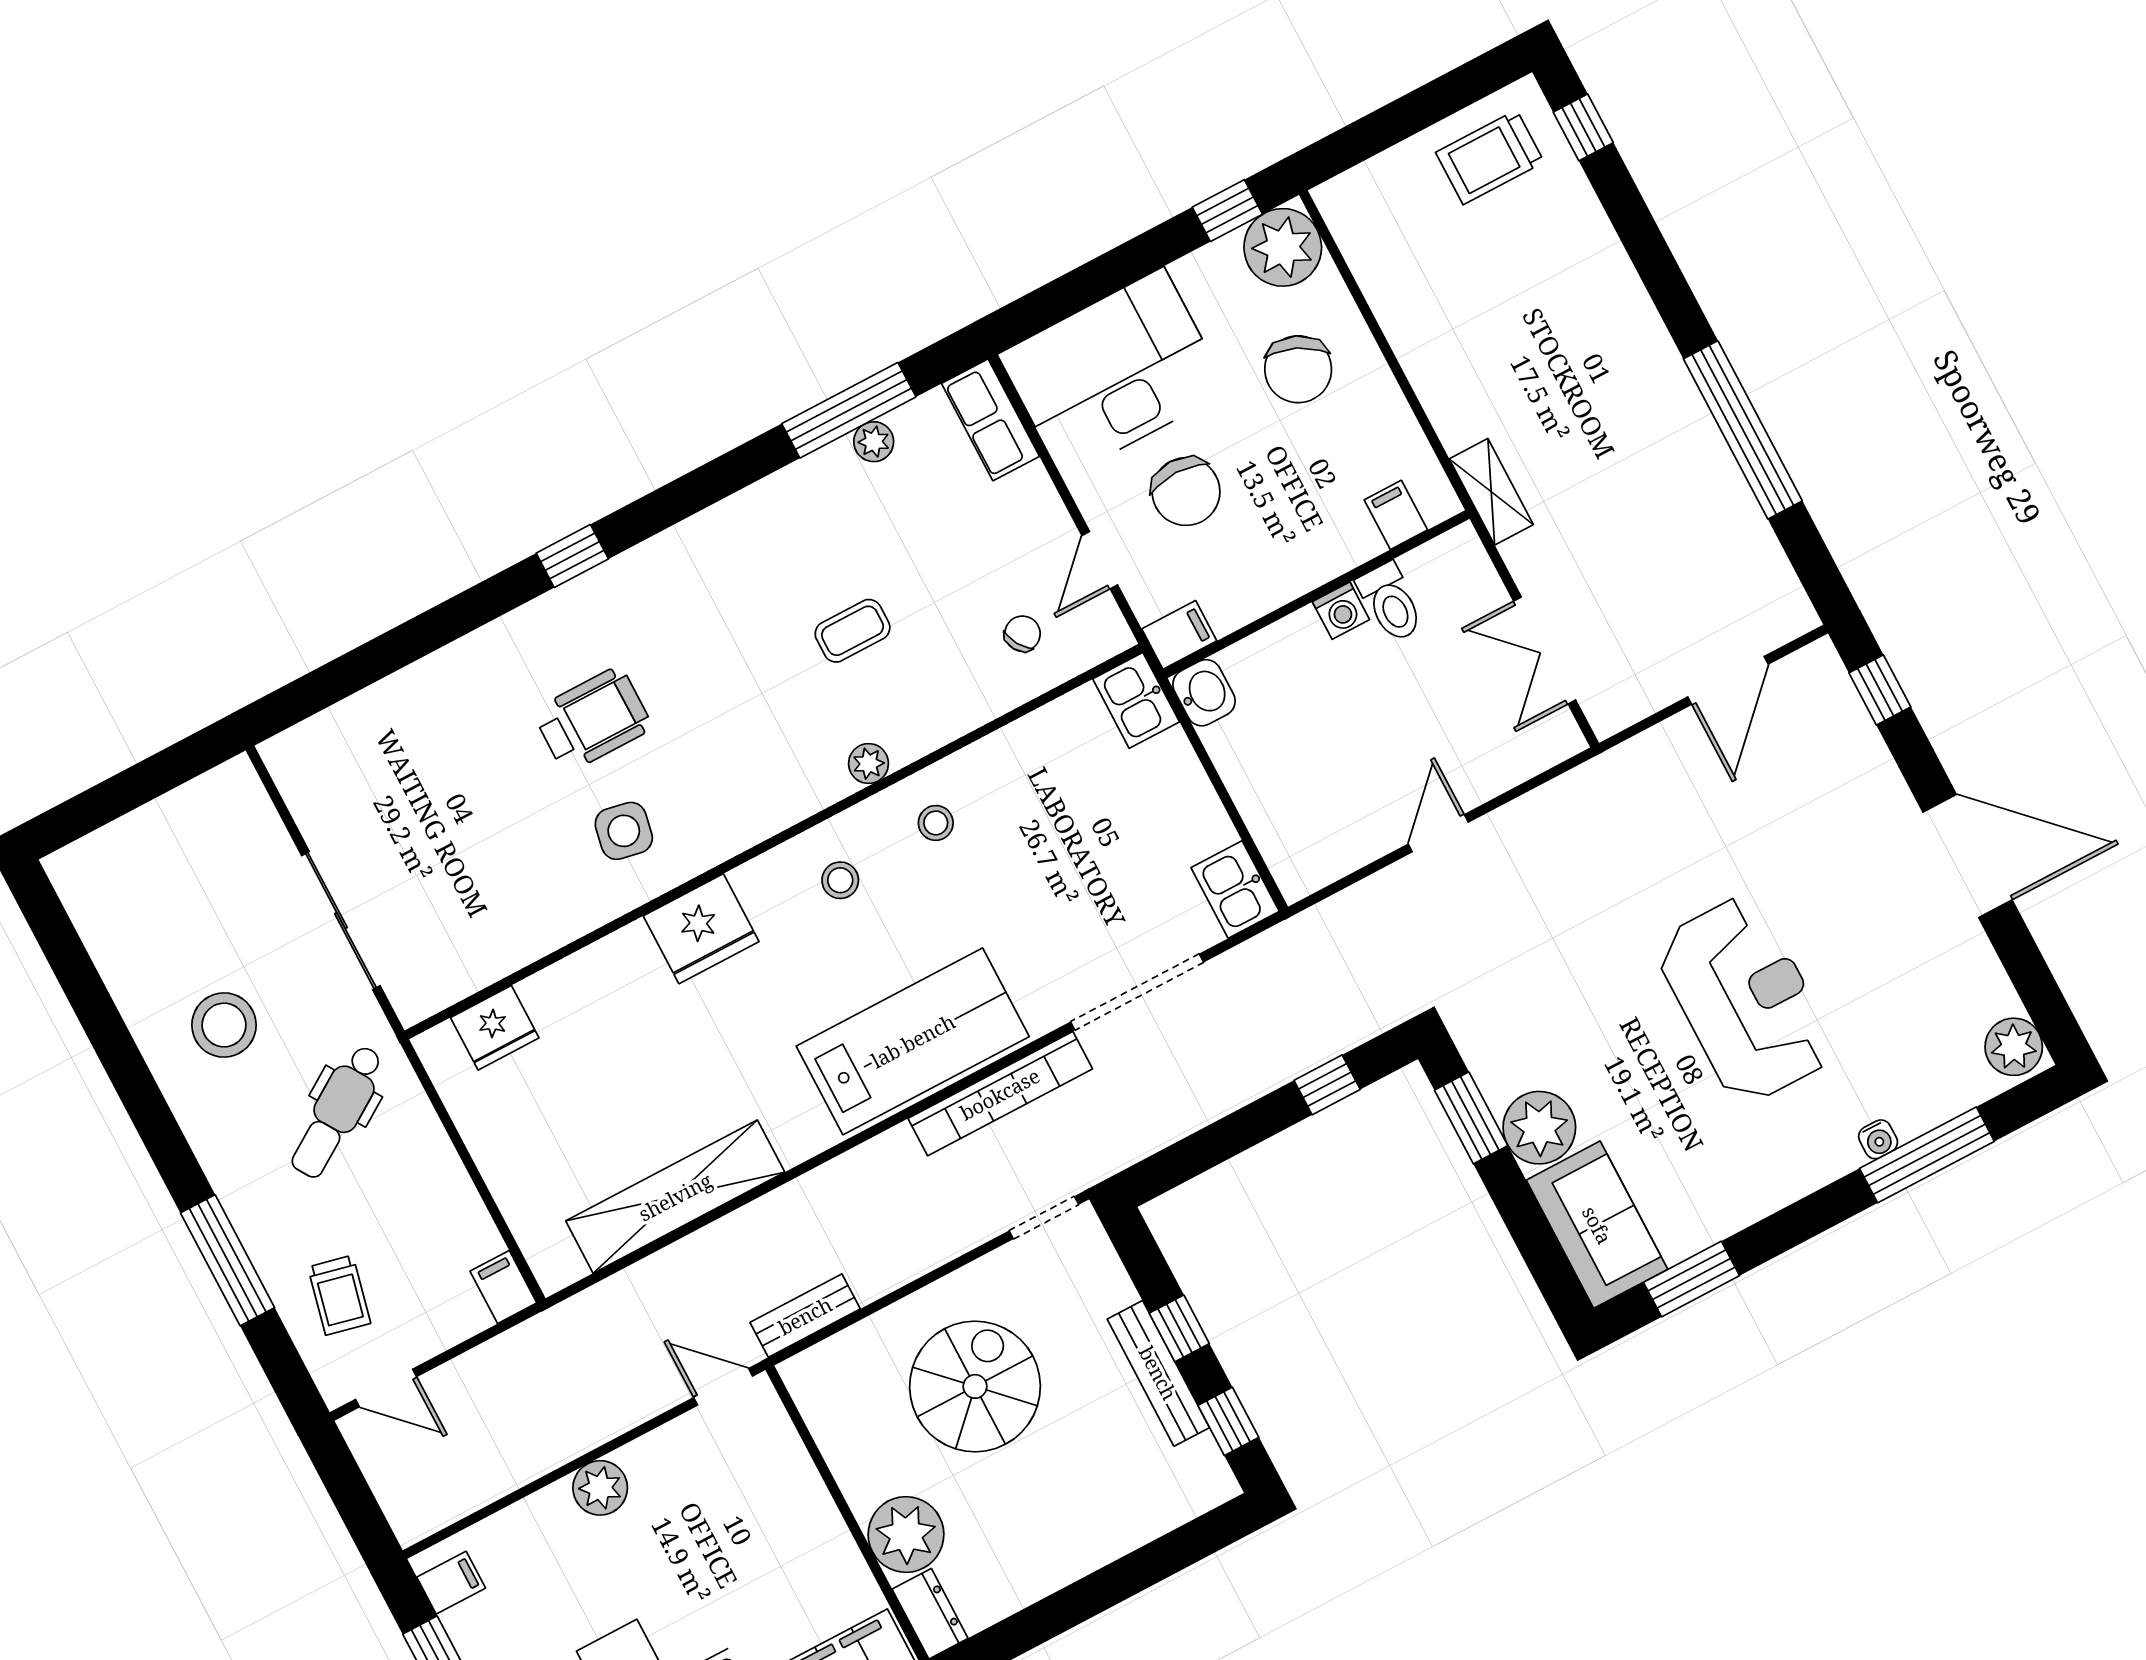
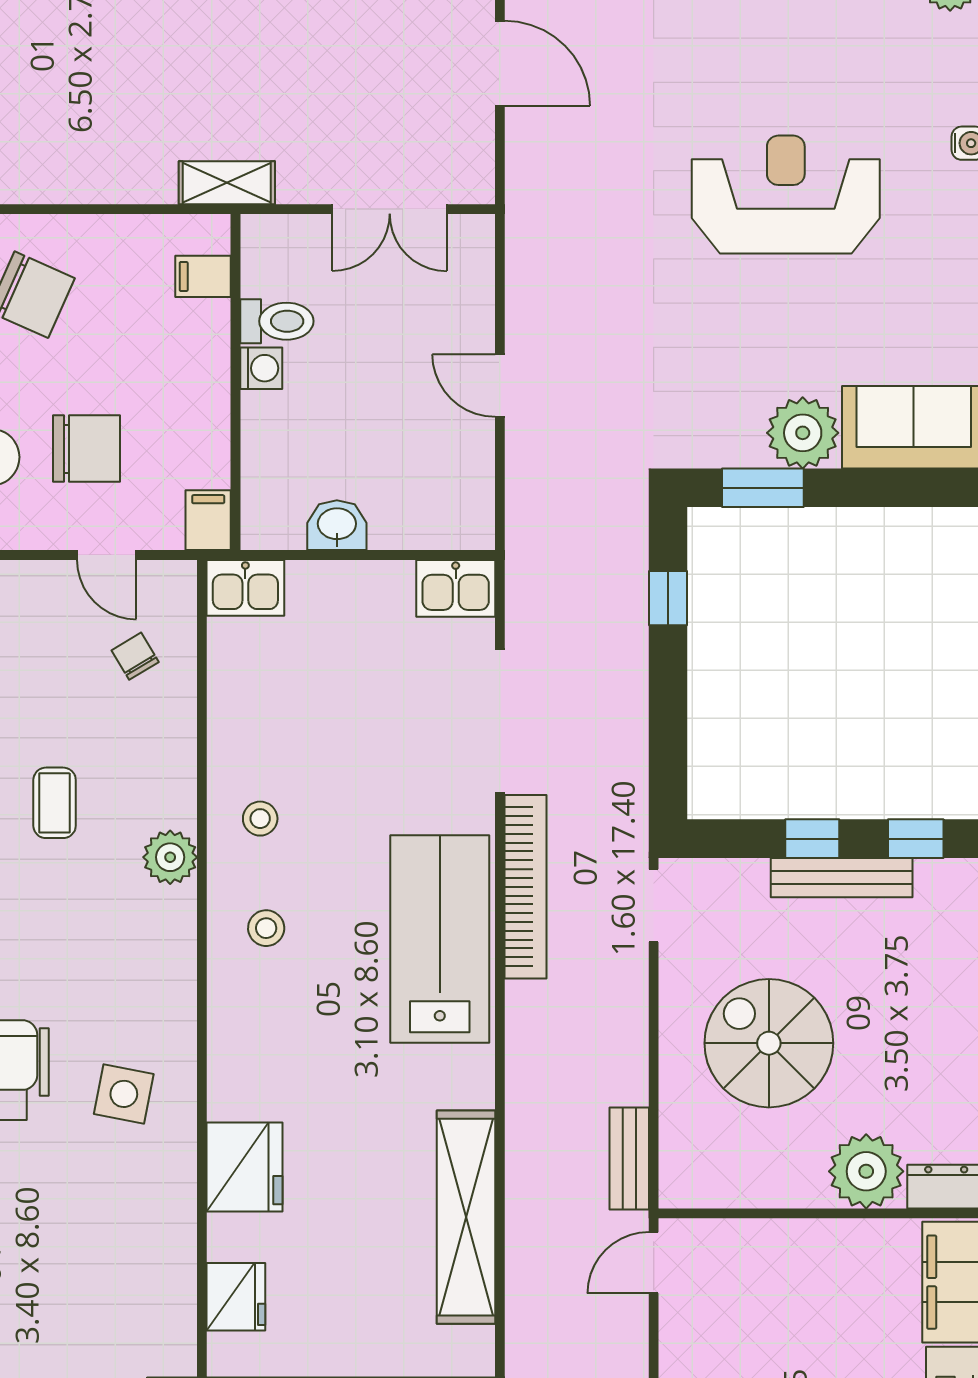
washbasin: (1204, 693) -> (337, 525), moved
plant: (869, 763) -> (170, 857), width x1.38, depth x1.38
fridge: (701, 929) -> (245, 1167), moved

